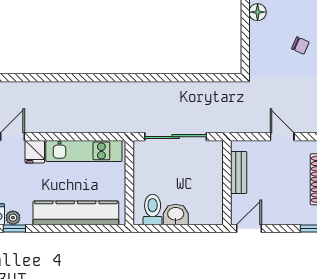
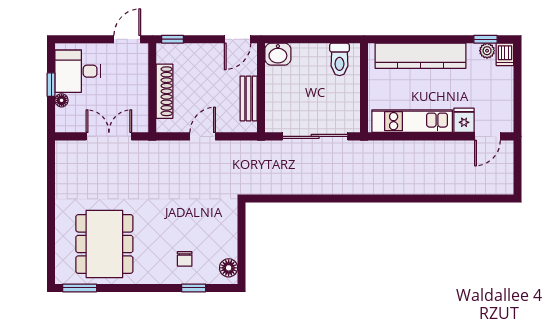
chair: (300, 45) -> (185, 259), moved, turned -114
door: (282, 137) -> (203, 136), swing flipped
washbasin: (176, 214) -> (278, 54), moved

